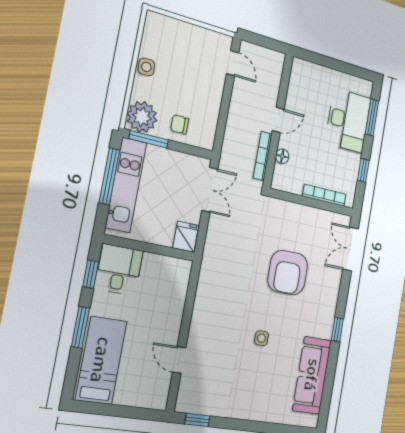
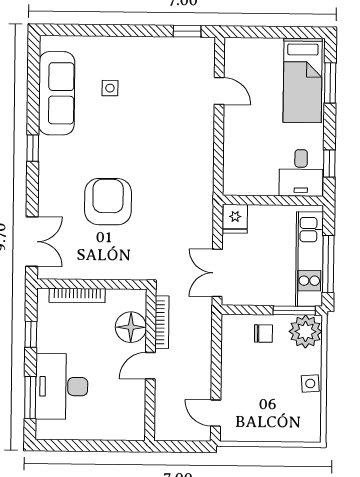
floor lamp: (282, 156) -> (131, 327), width x1.89, depth x1.89
window: (80, 327) -> (330, 83), moved
side table: (262, 338) -> (110, 88), moved

